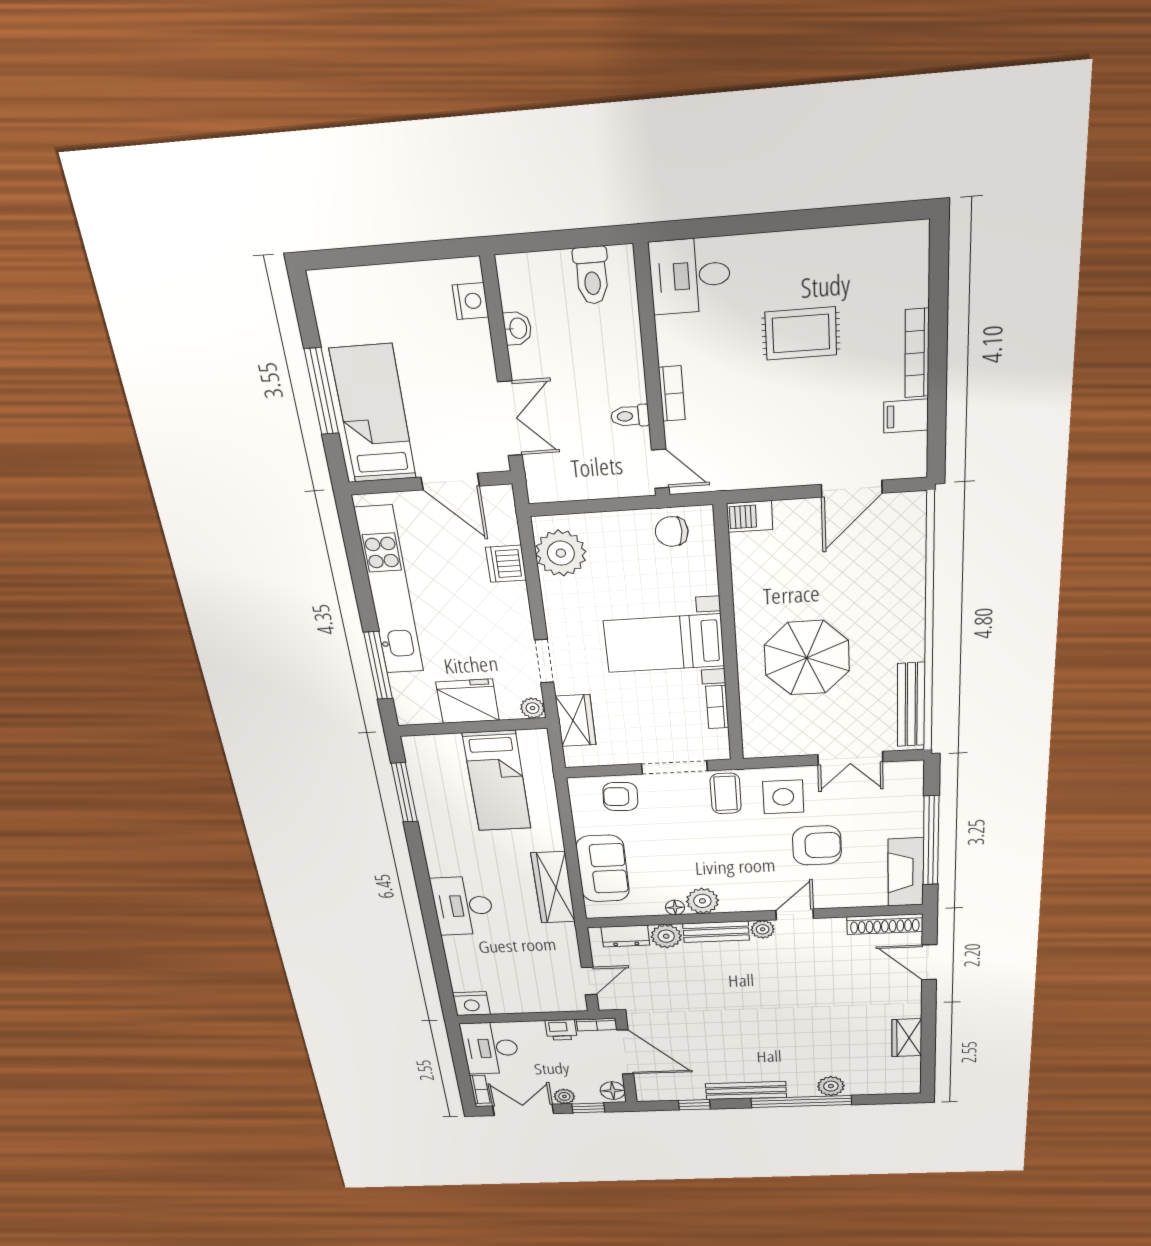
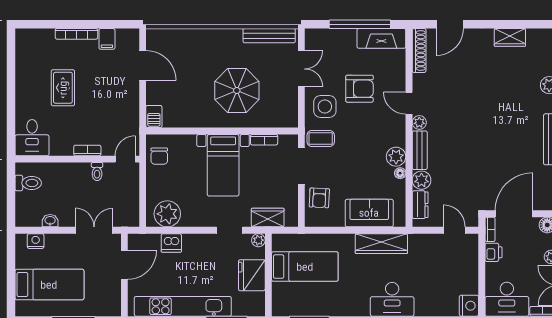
bed: (373, 414) -> (49, 285), moved, turned 180
armchair: (817, 845) -> (360, 89), turned 90

